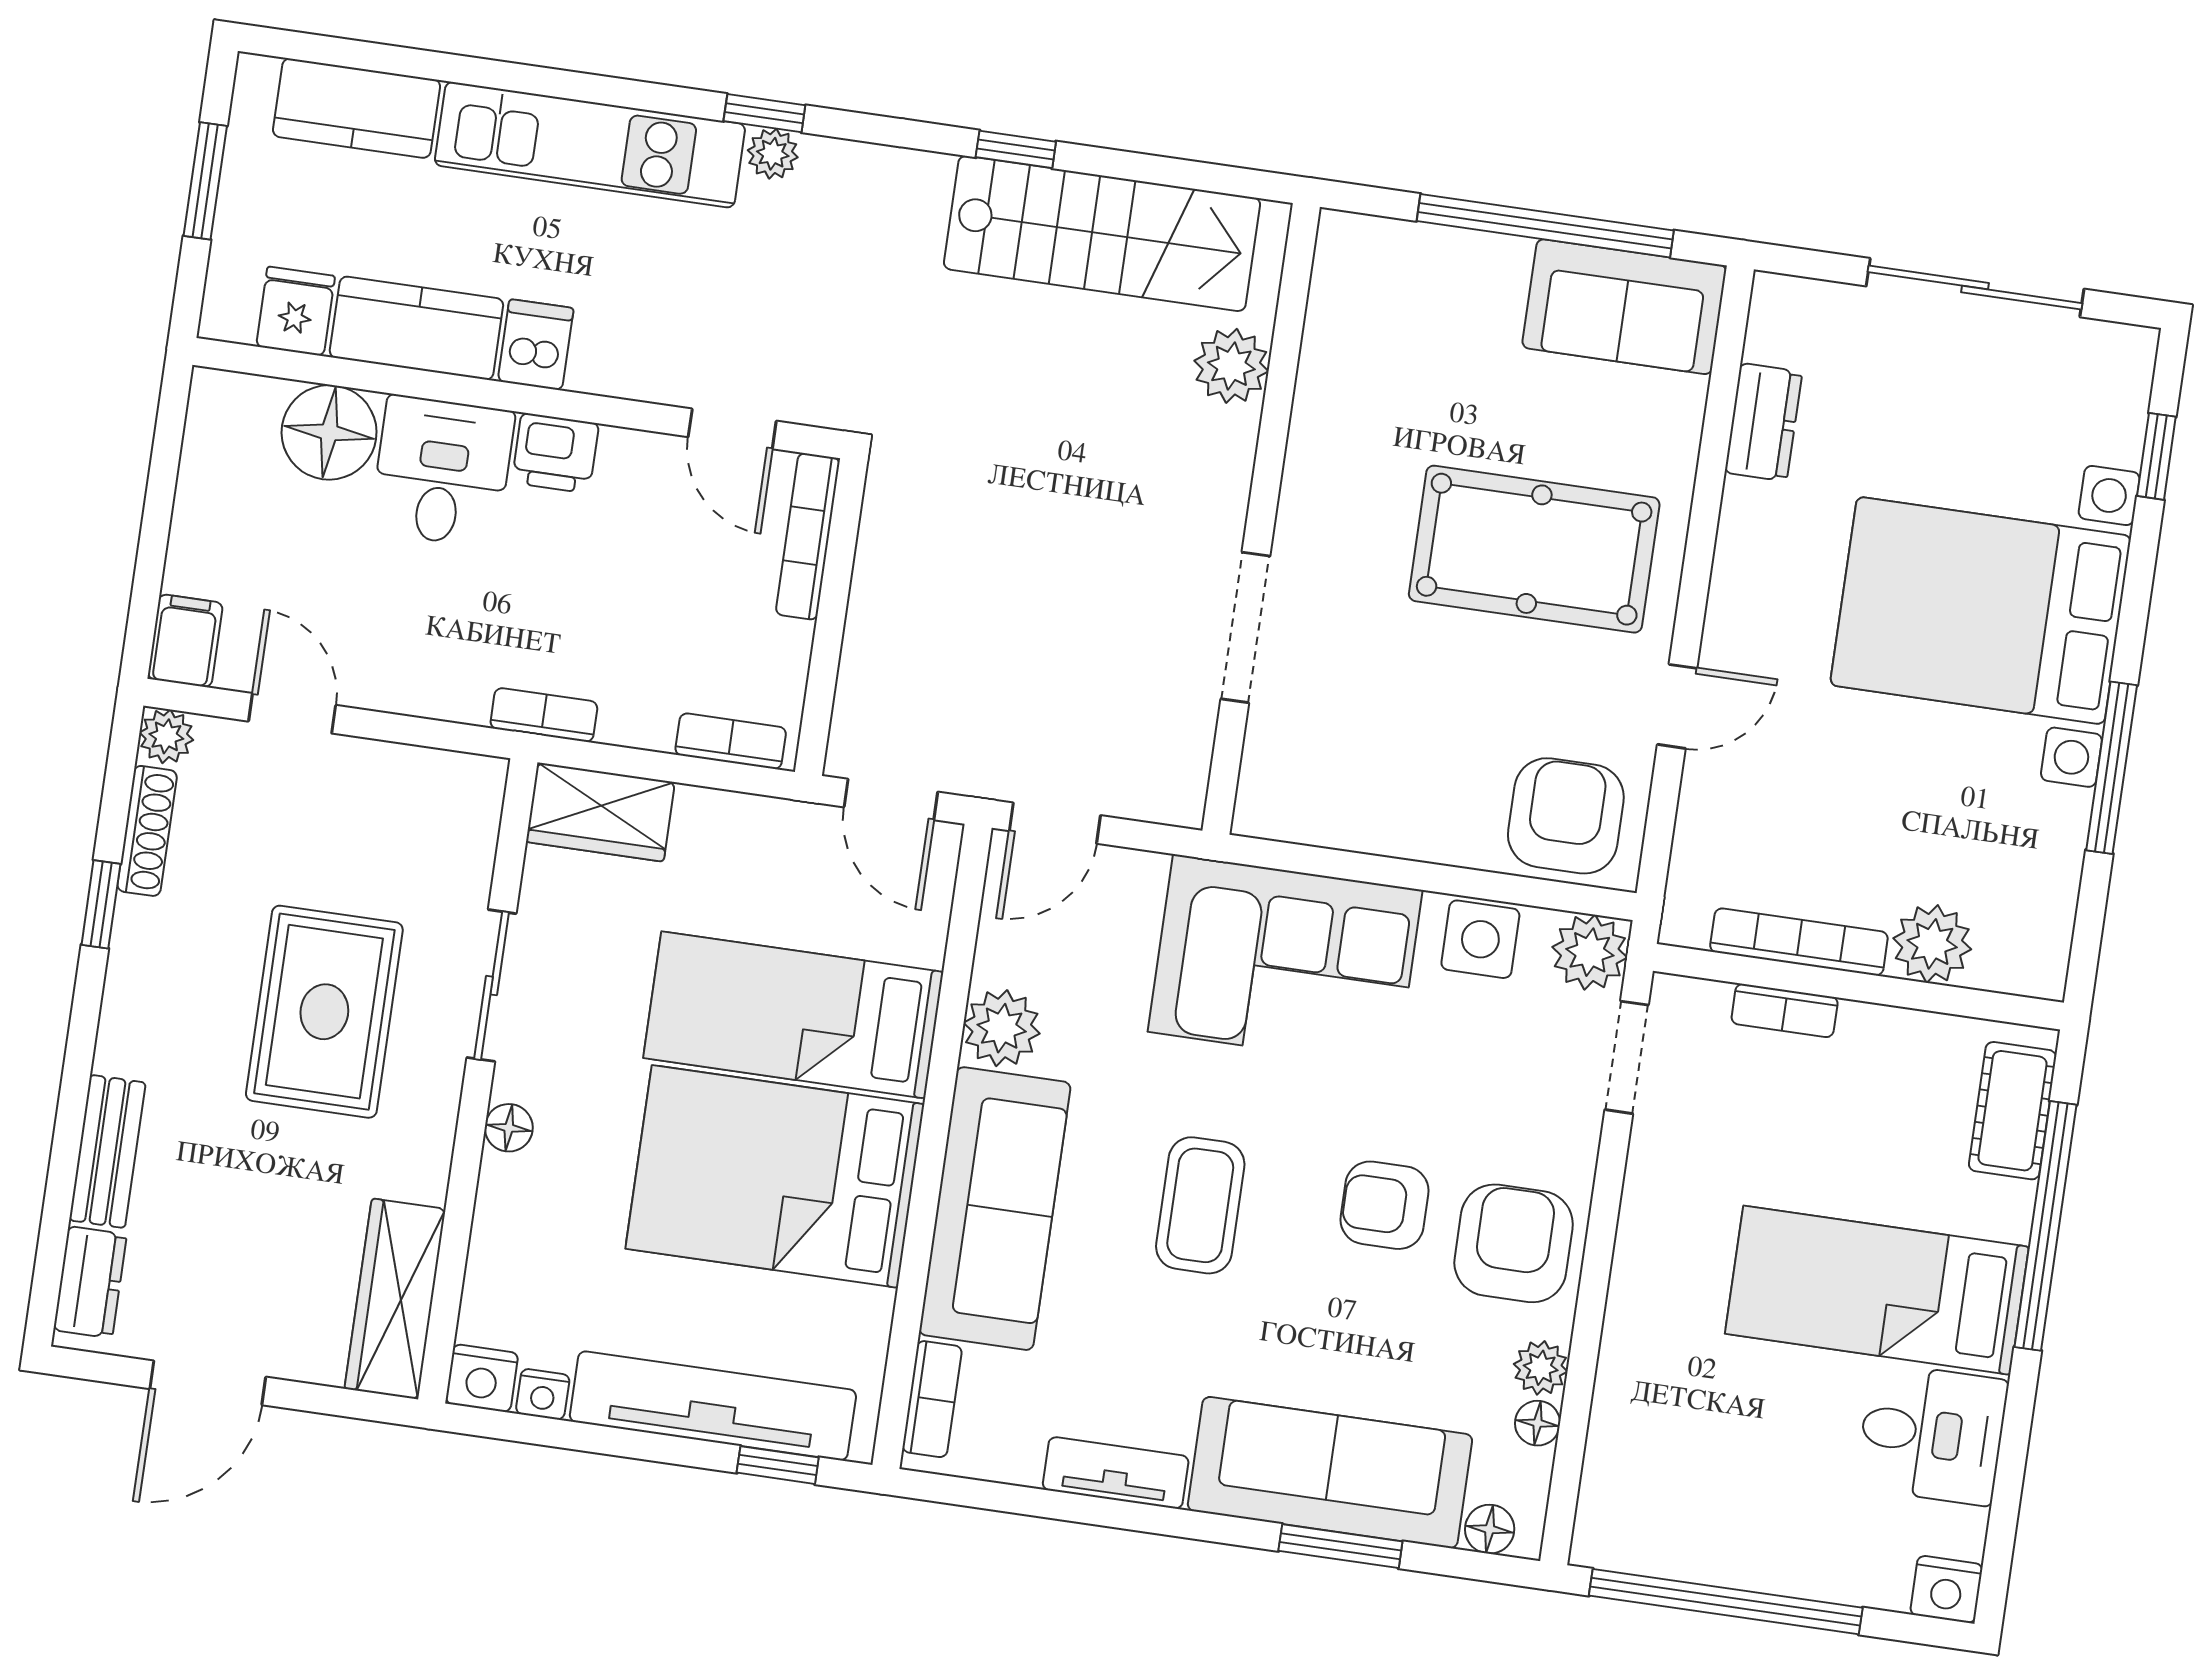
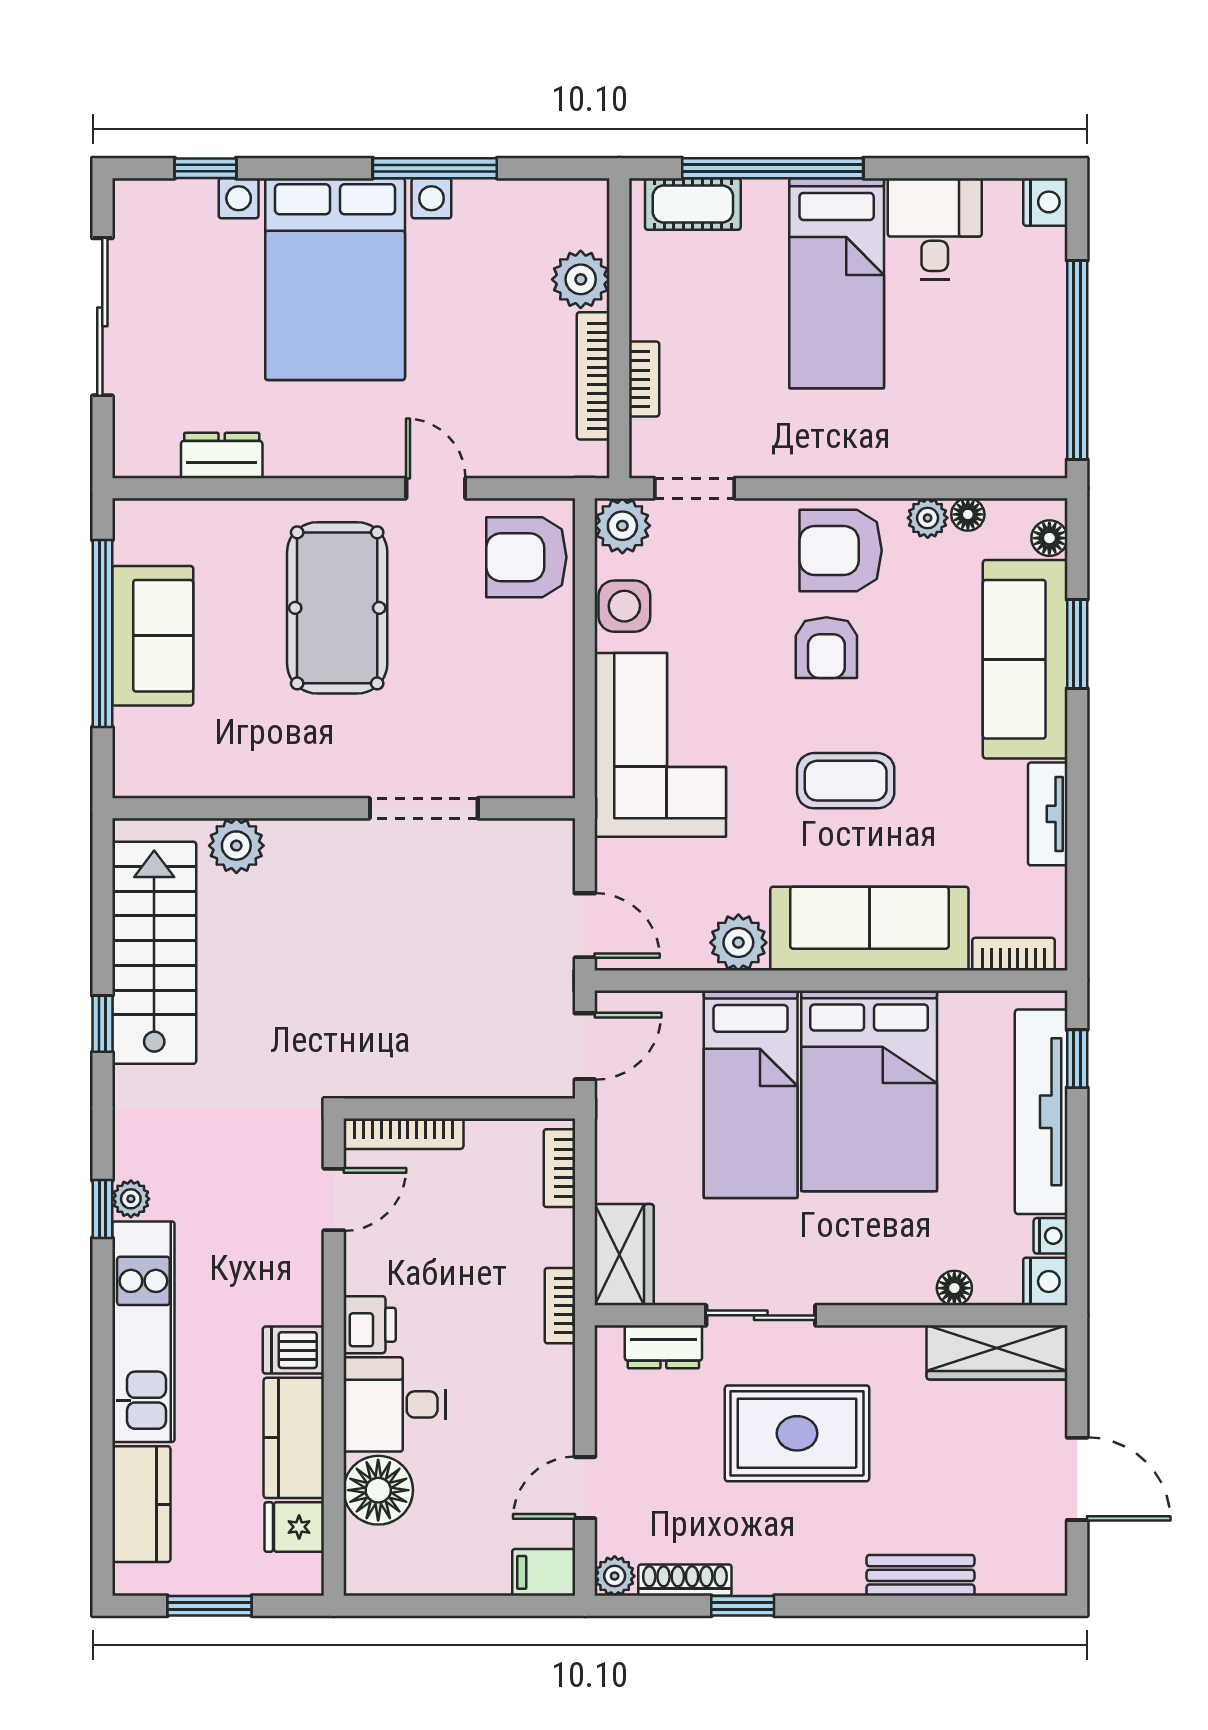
sofa: (1624, 307) -> (153, 636), moved
floor lamp: (509, 1128) -> (954, 1288), moved
dresser: (90, 1282) -> (663, 1347), moved, turned 180

